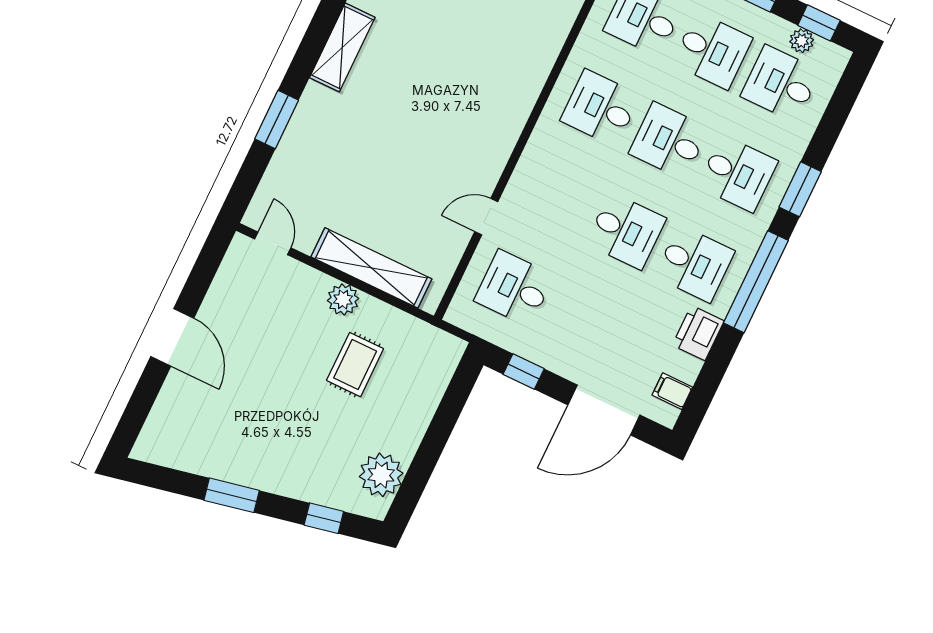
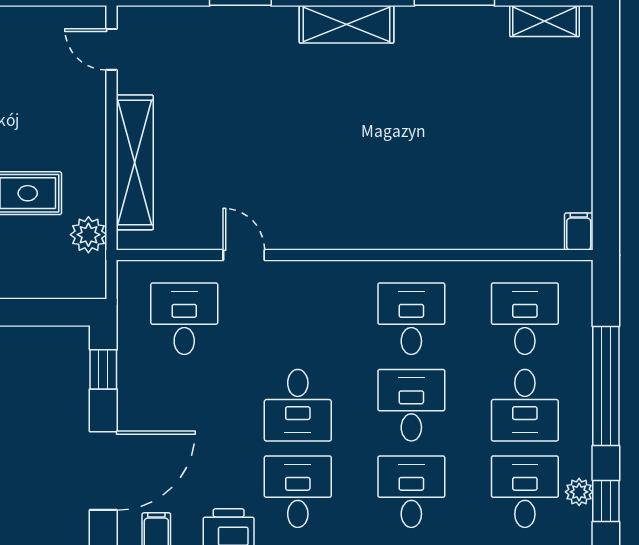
desk: (738, 174) -> (411, 492), turned 180
door: (273, 243) -> (111, 49), swing flipped
desk: (694, 264) -> (298, 492), turned 180
plant: (343, 300) -> (88, 235), moved
door: (604, 410) -> (103, 471), swing flipped

